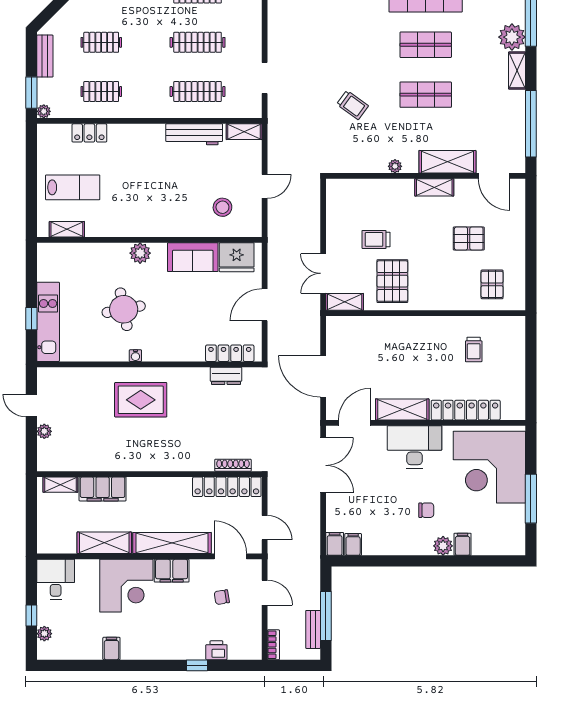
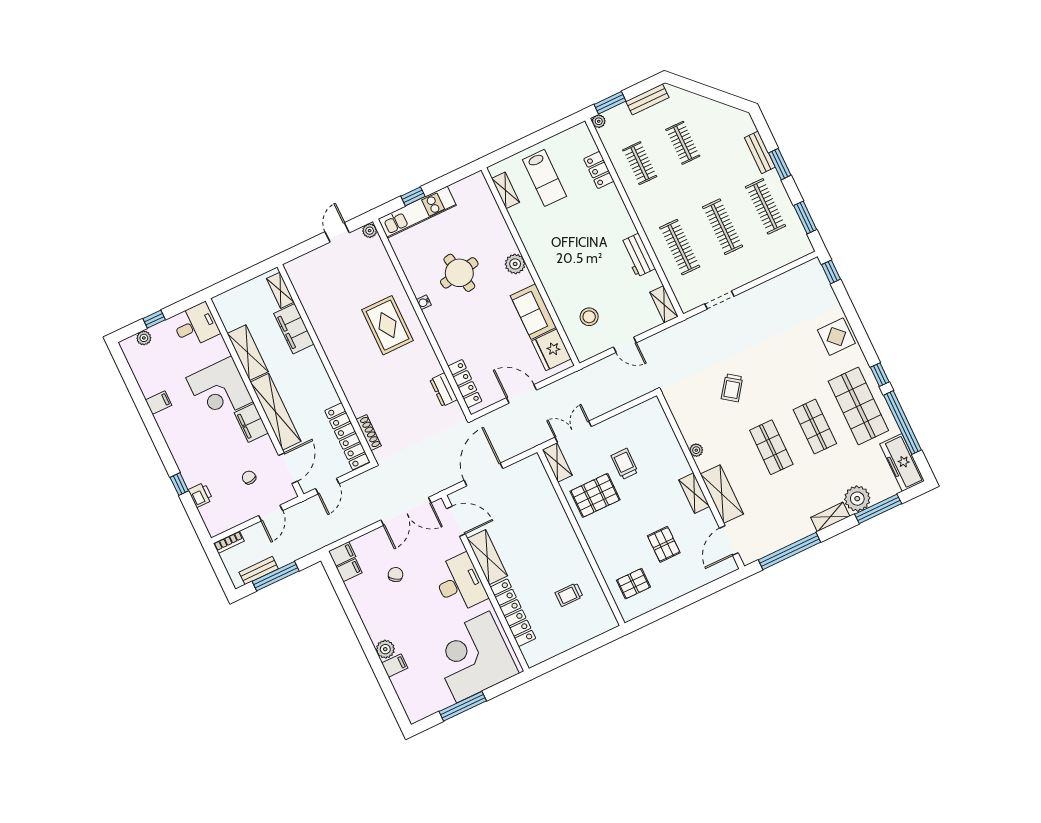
workbench: (194, 134) -> (638, 255), width x0.73
plant: (44, 431) -> (370, 231), moved
chair: (426, 510) -> (395, 575), moved, turned -147

